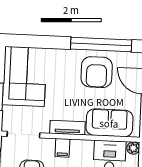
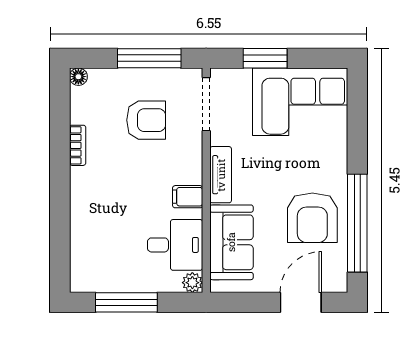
armchair: (97, 72) -> (312, 218), turned -90
filing cabinet: (62, 148) -> (188, 197), moved

